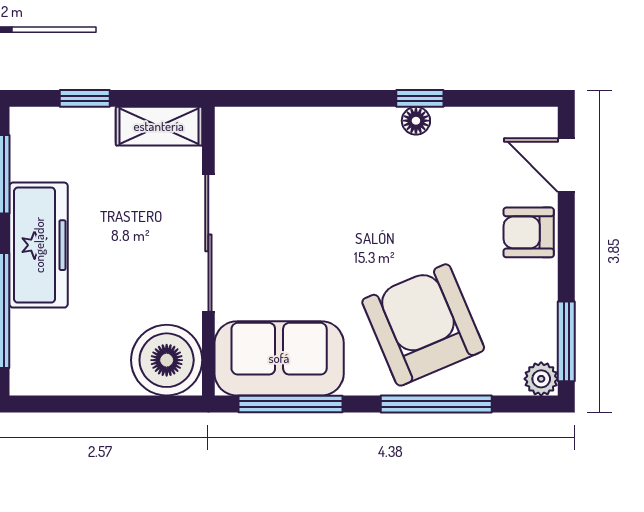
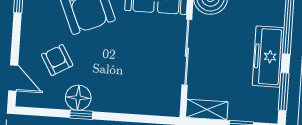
floor lamp: (416, 121) -> (78, 98), width x1.89, depth x1.89
armchair: (529, 232) -> (57, 60), moved, turned -120

